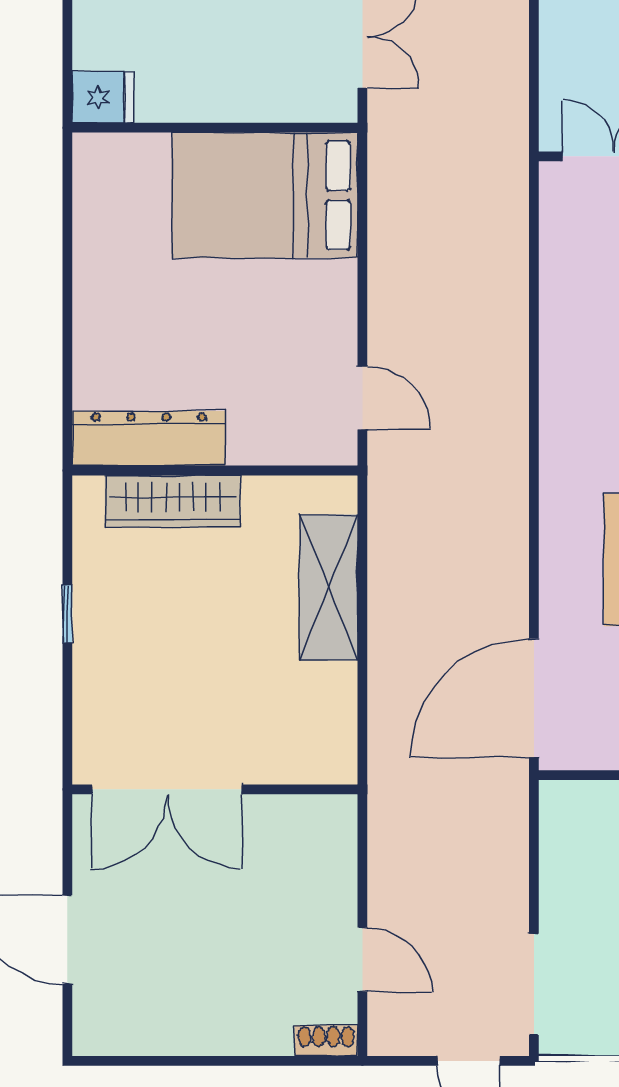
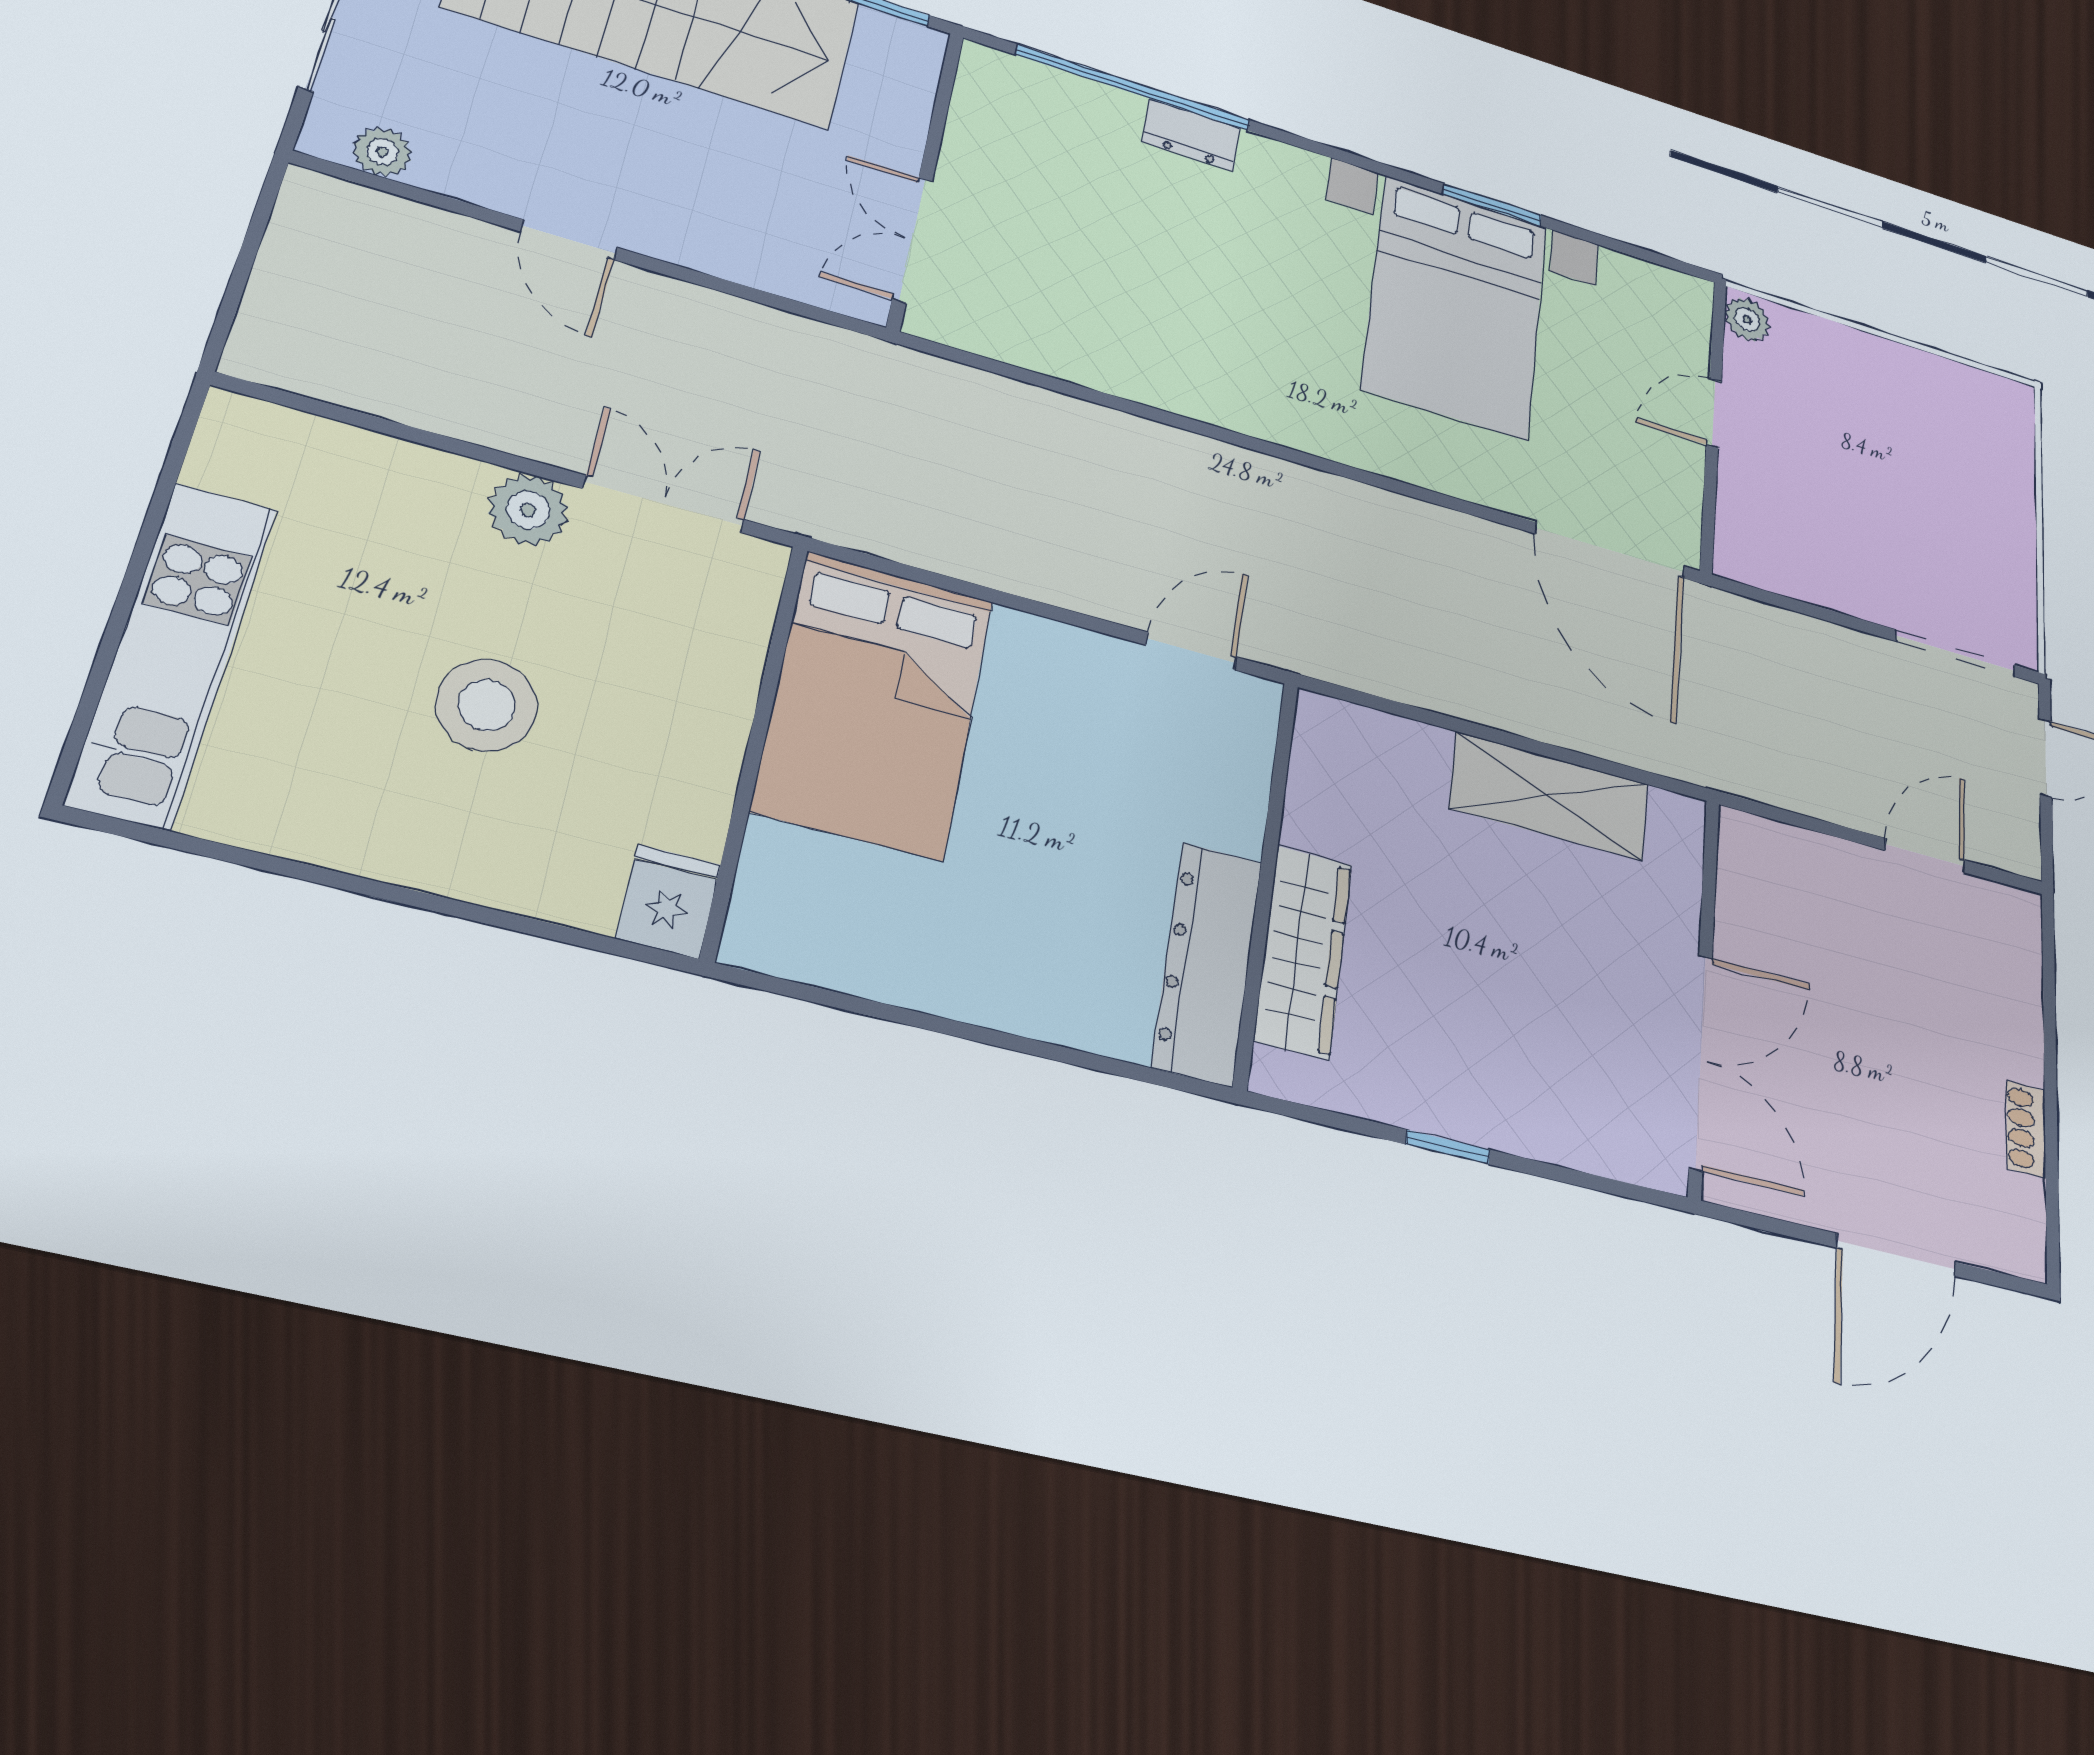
shelving: (328, 587) -> (1549, 796), moved
shoe rack: (326, 1041) -> (2026, 1129), moved

